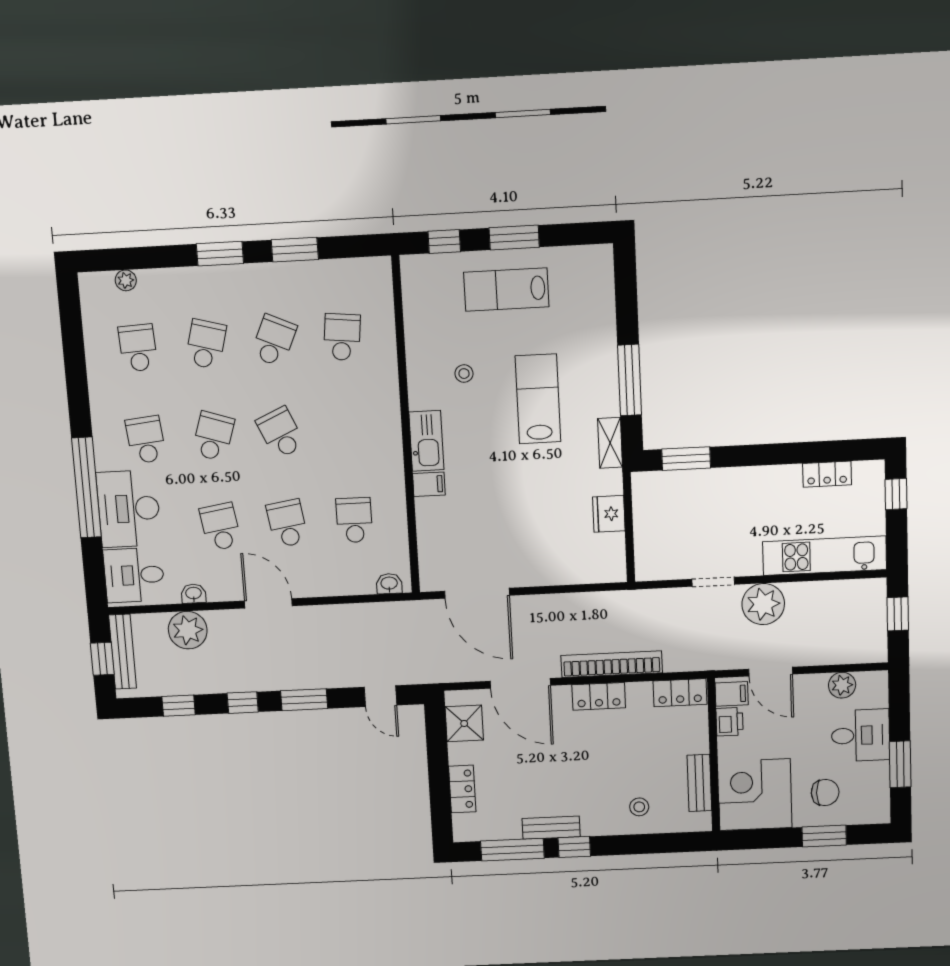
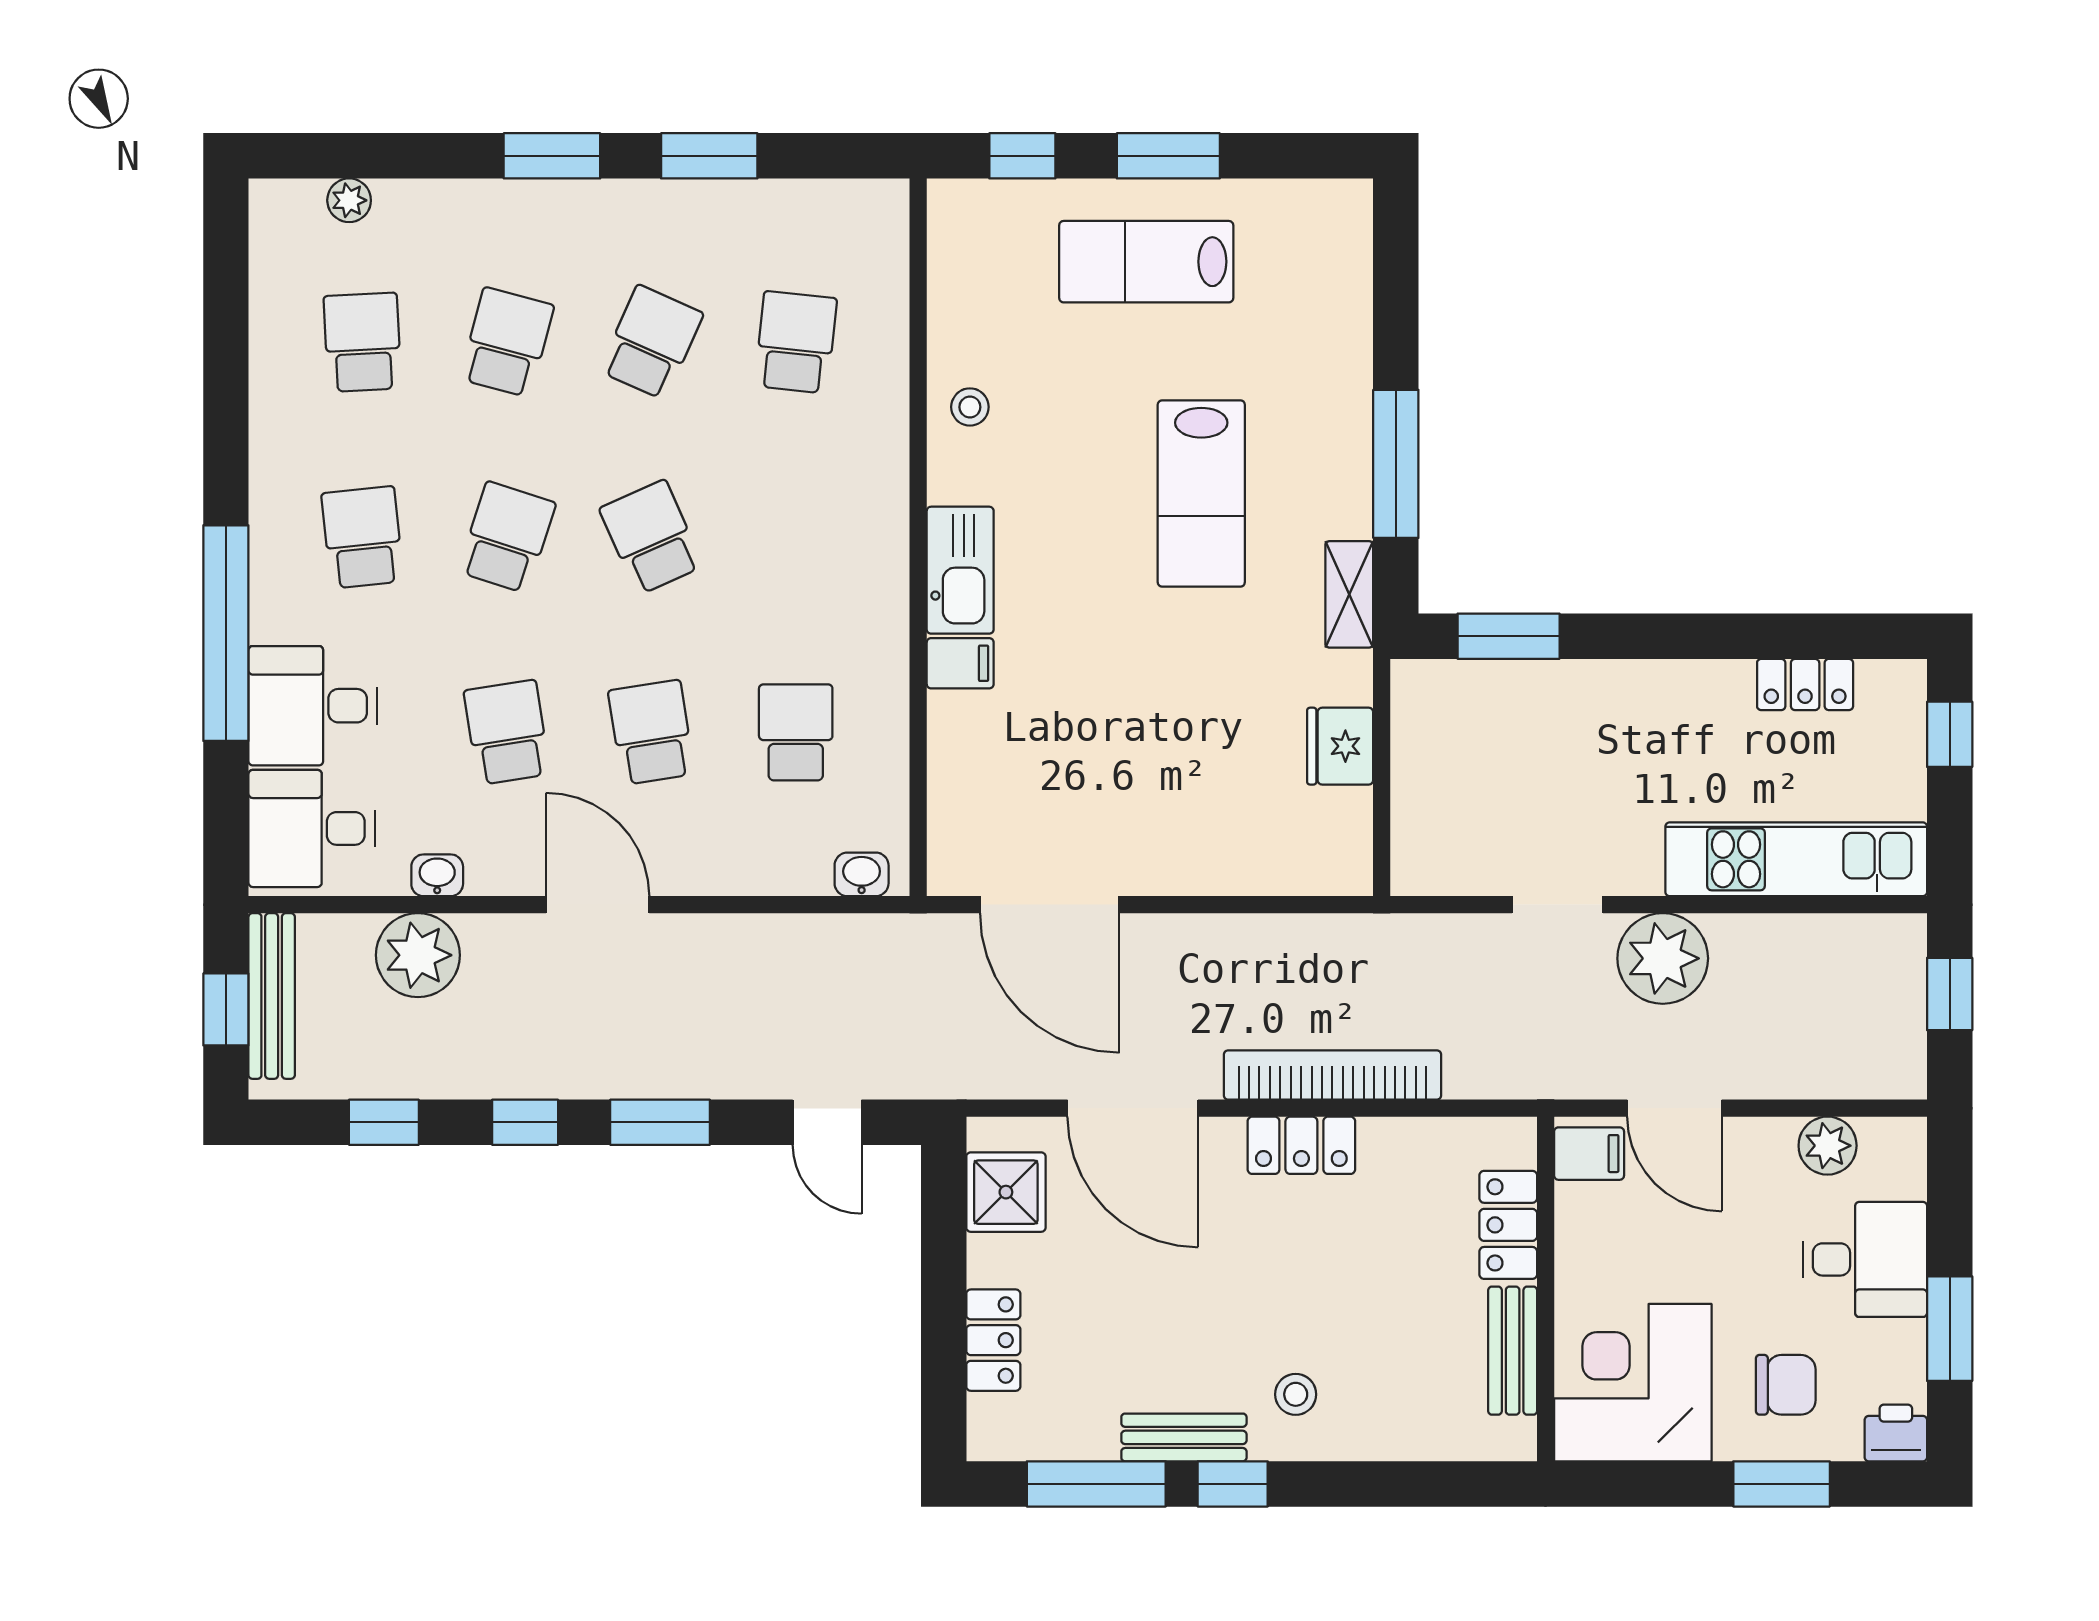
stool: (464, 374) -> (970, 407), moved
lab bench: (538, 399) -> (1201, 493), turned 180
desk: (129, 509) -> (313, 706), width x0.73
locker: (680, 693) -> (1508, 1225), moved, turned 90
printer: (729, 722) -> (1896, 1433), moved, turned -90
stool: (639, 807) -> (1296, 1394), moved

